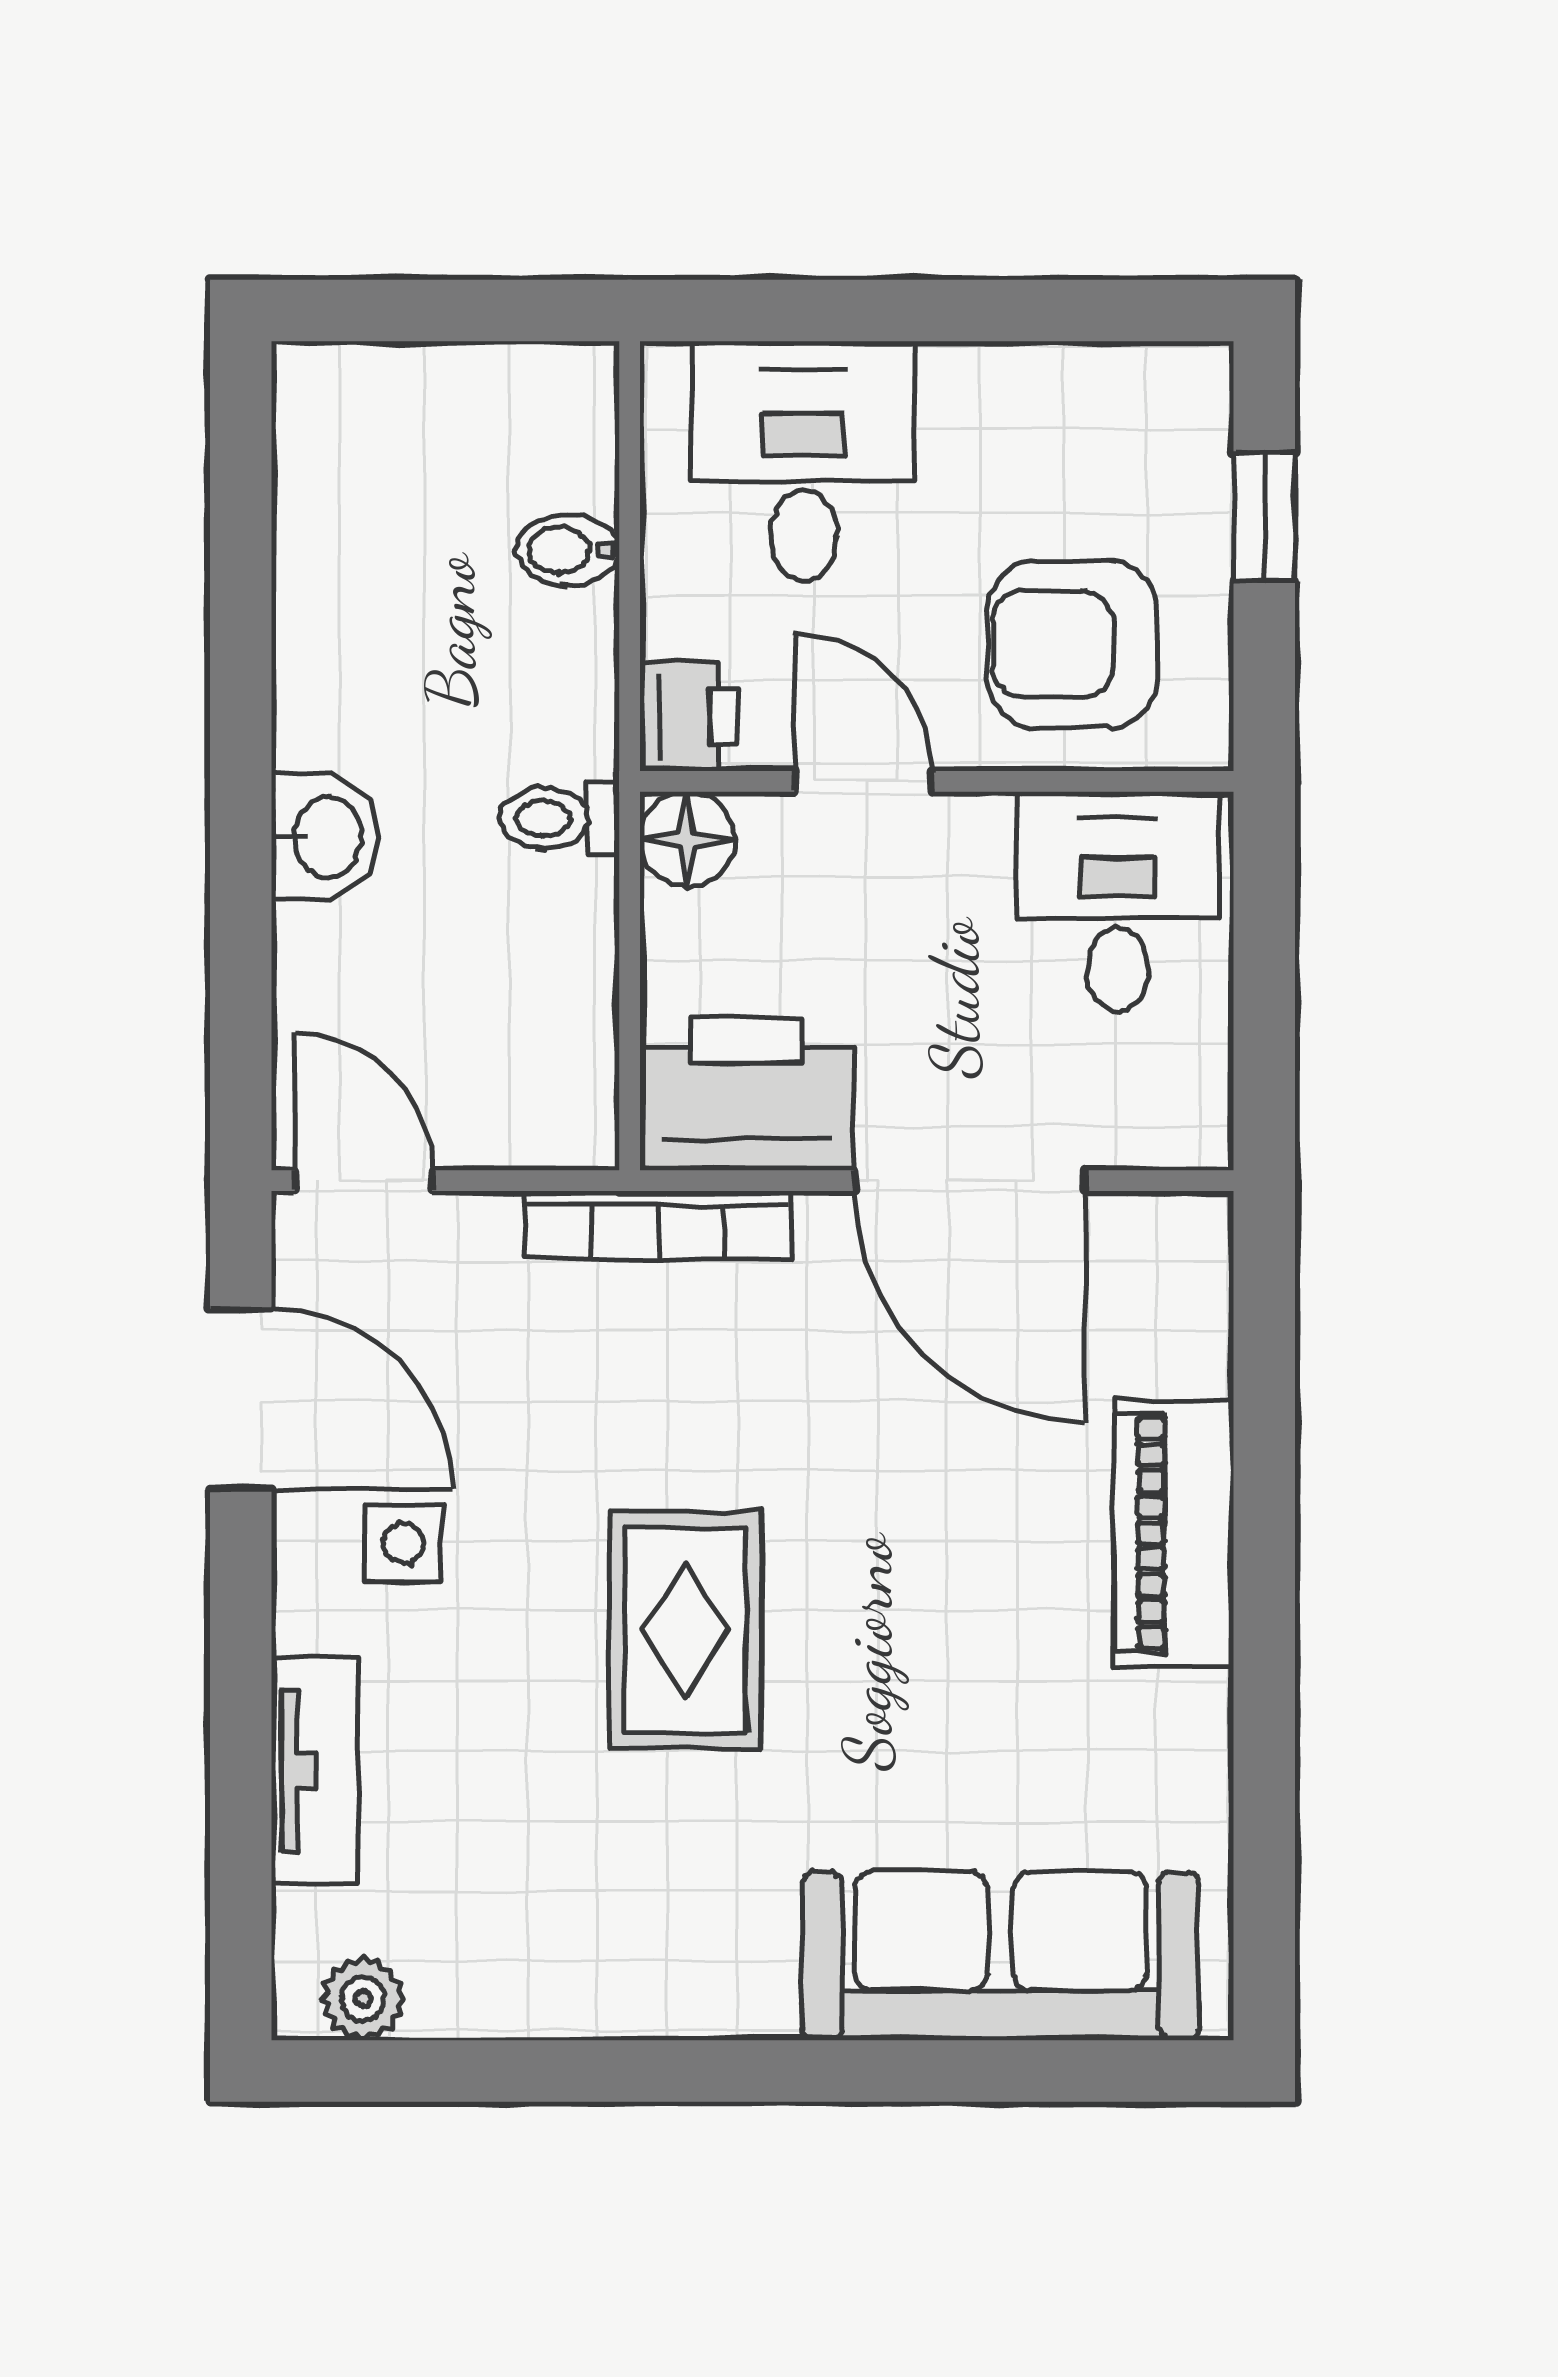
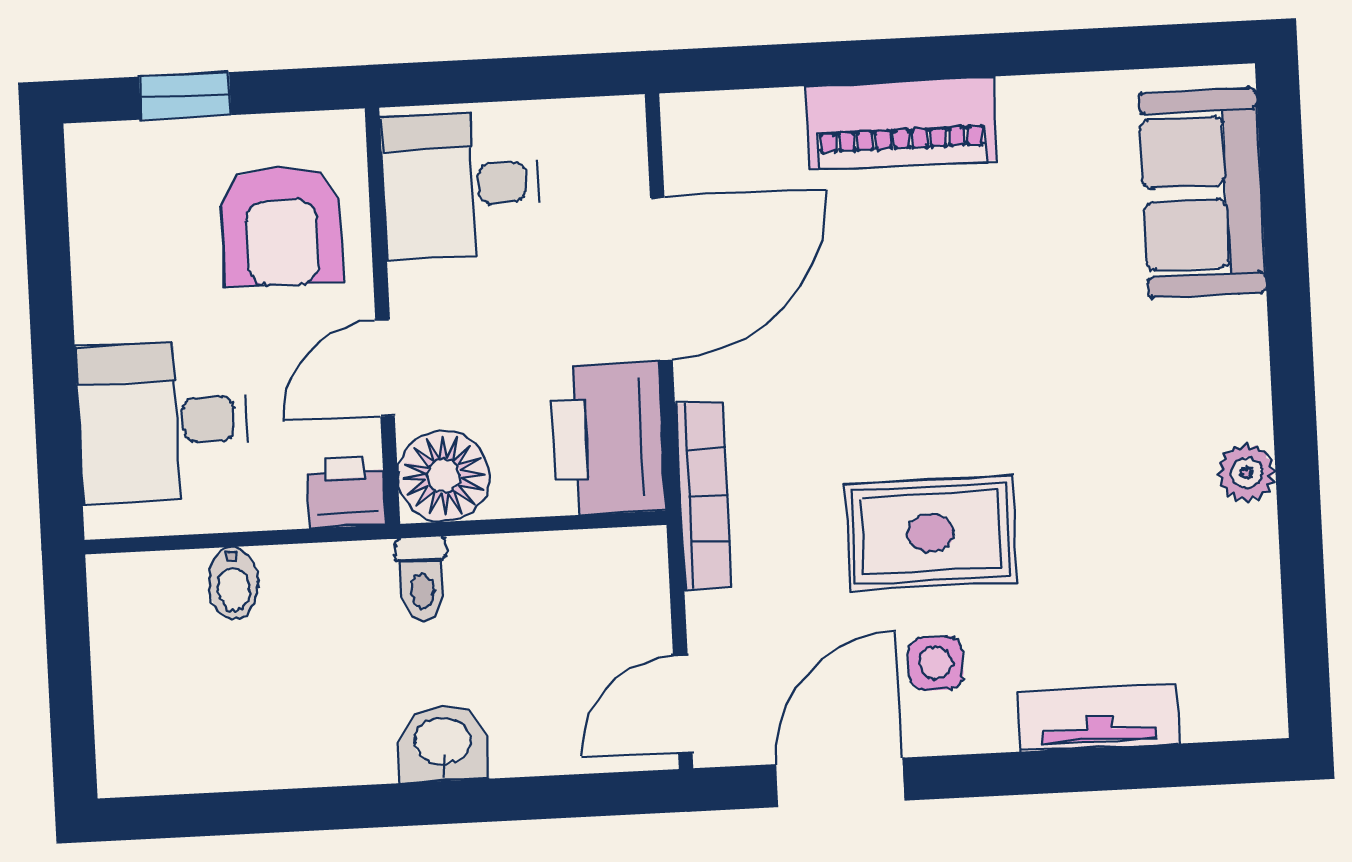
floor lamp: (687, 839) -> (444, 476), width x1.38, depth x1.38
rug: (685, 1630) -> (931, 533), moved
sofa: (1000, 1956) -> (1202, 193), width x0.73
plant: (363, 1999) -> (1246, 473), moved

